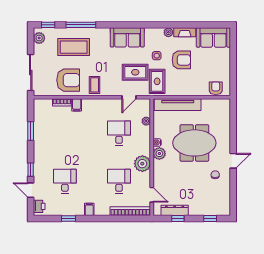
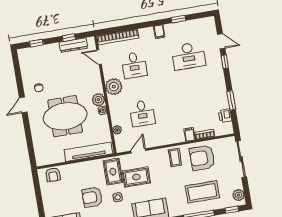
desk: (65, 181) -> (188, 56), width x1.37
printer: (39, 206) -> (225, 116), moved

